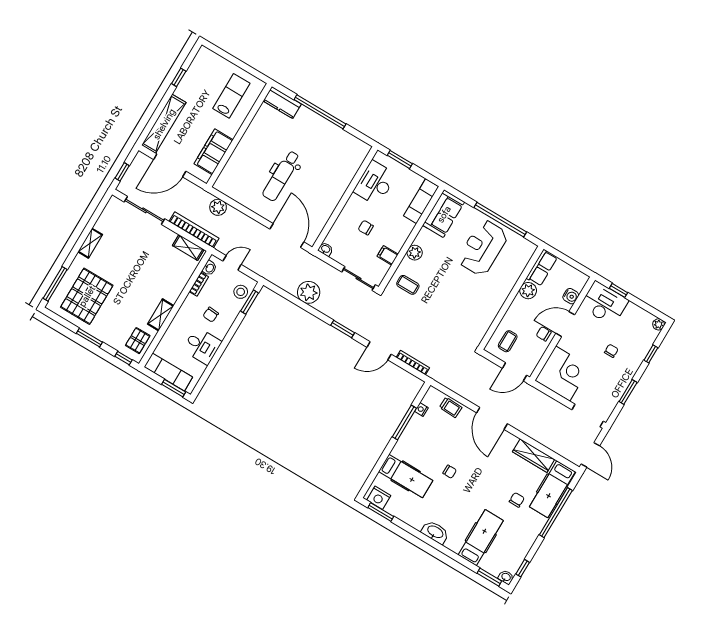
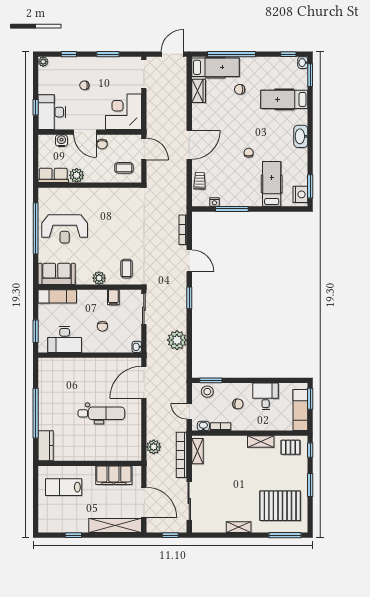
wardrobe: (534, 456) -> (199, 91), width x0.67

